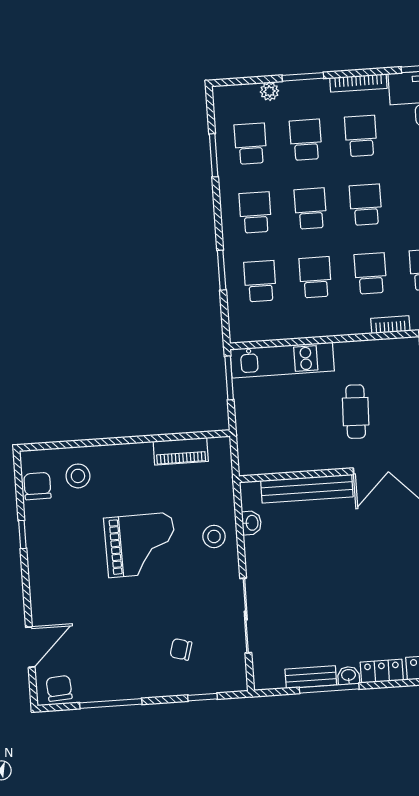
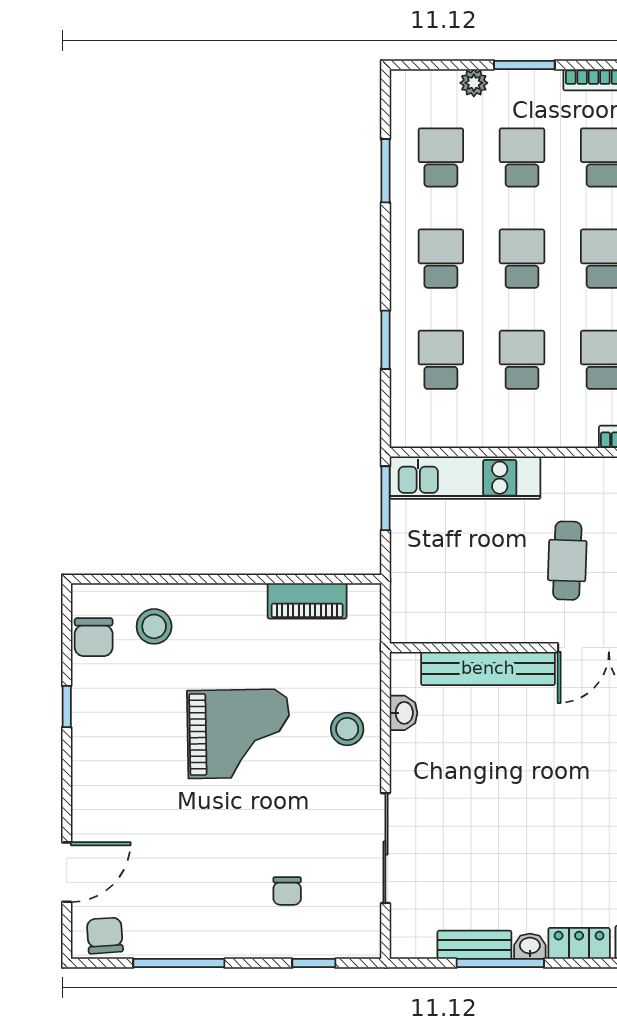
chair: (37, 486) -> (94, 637), turned 180
chair: (181, 649) -> (287, 891), turned -106

